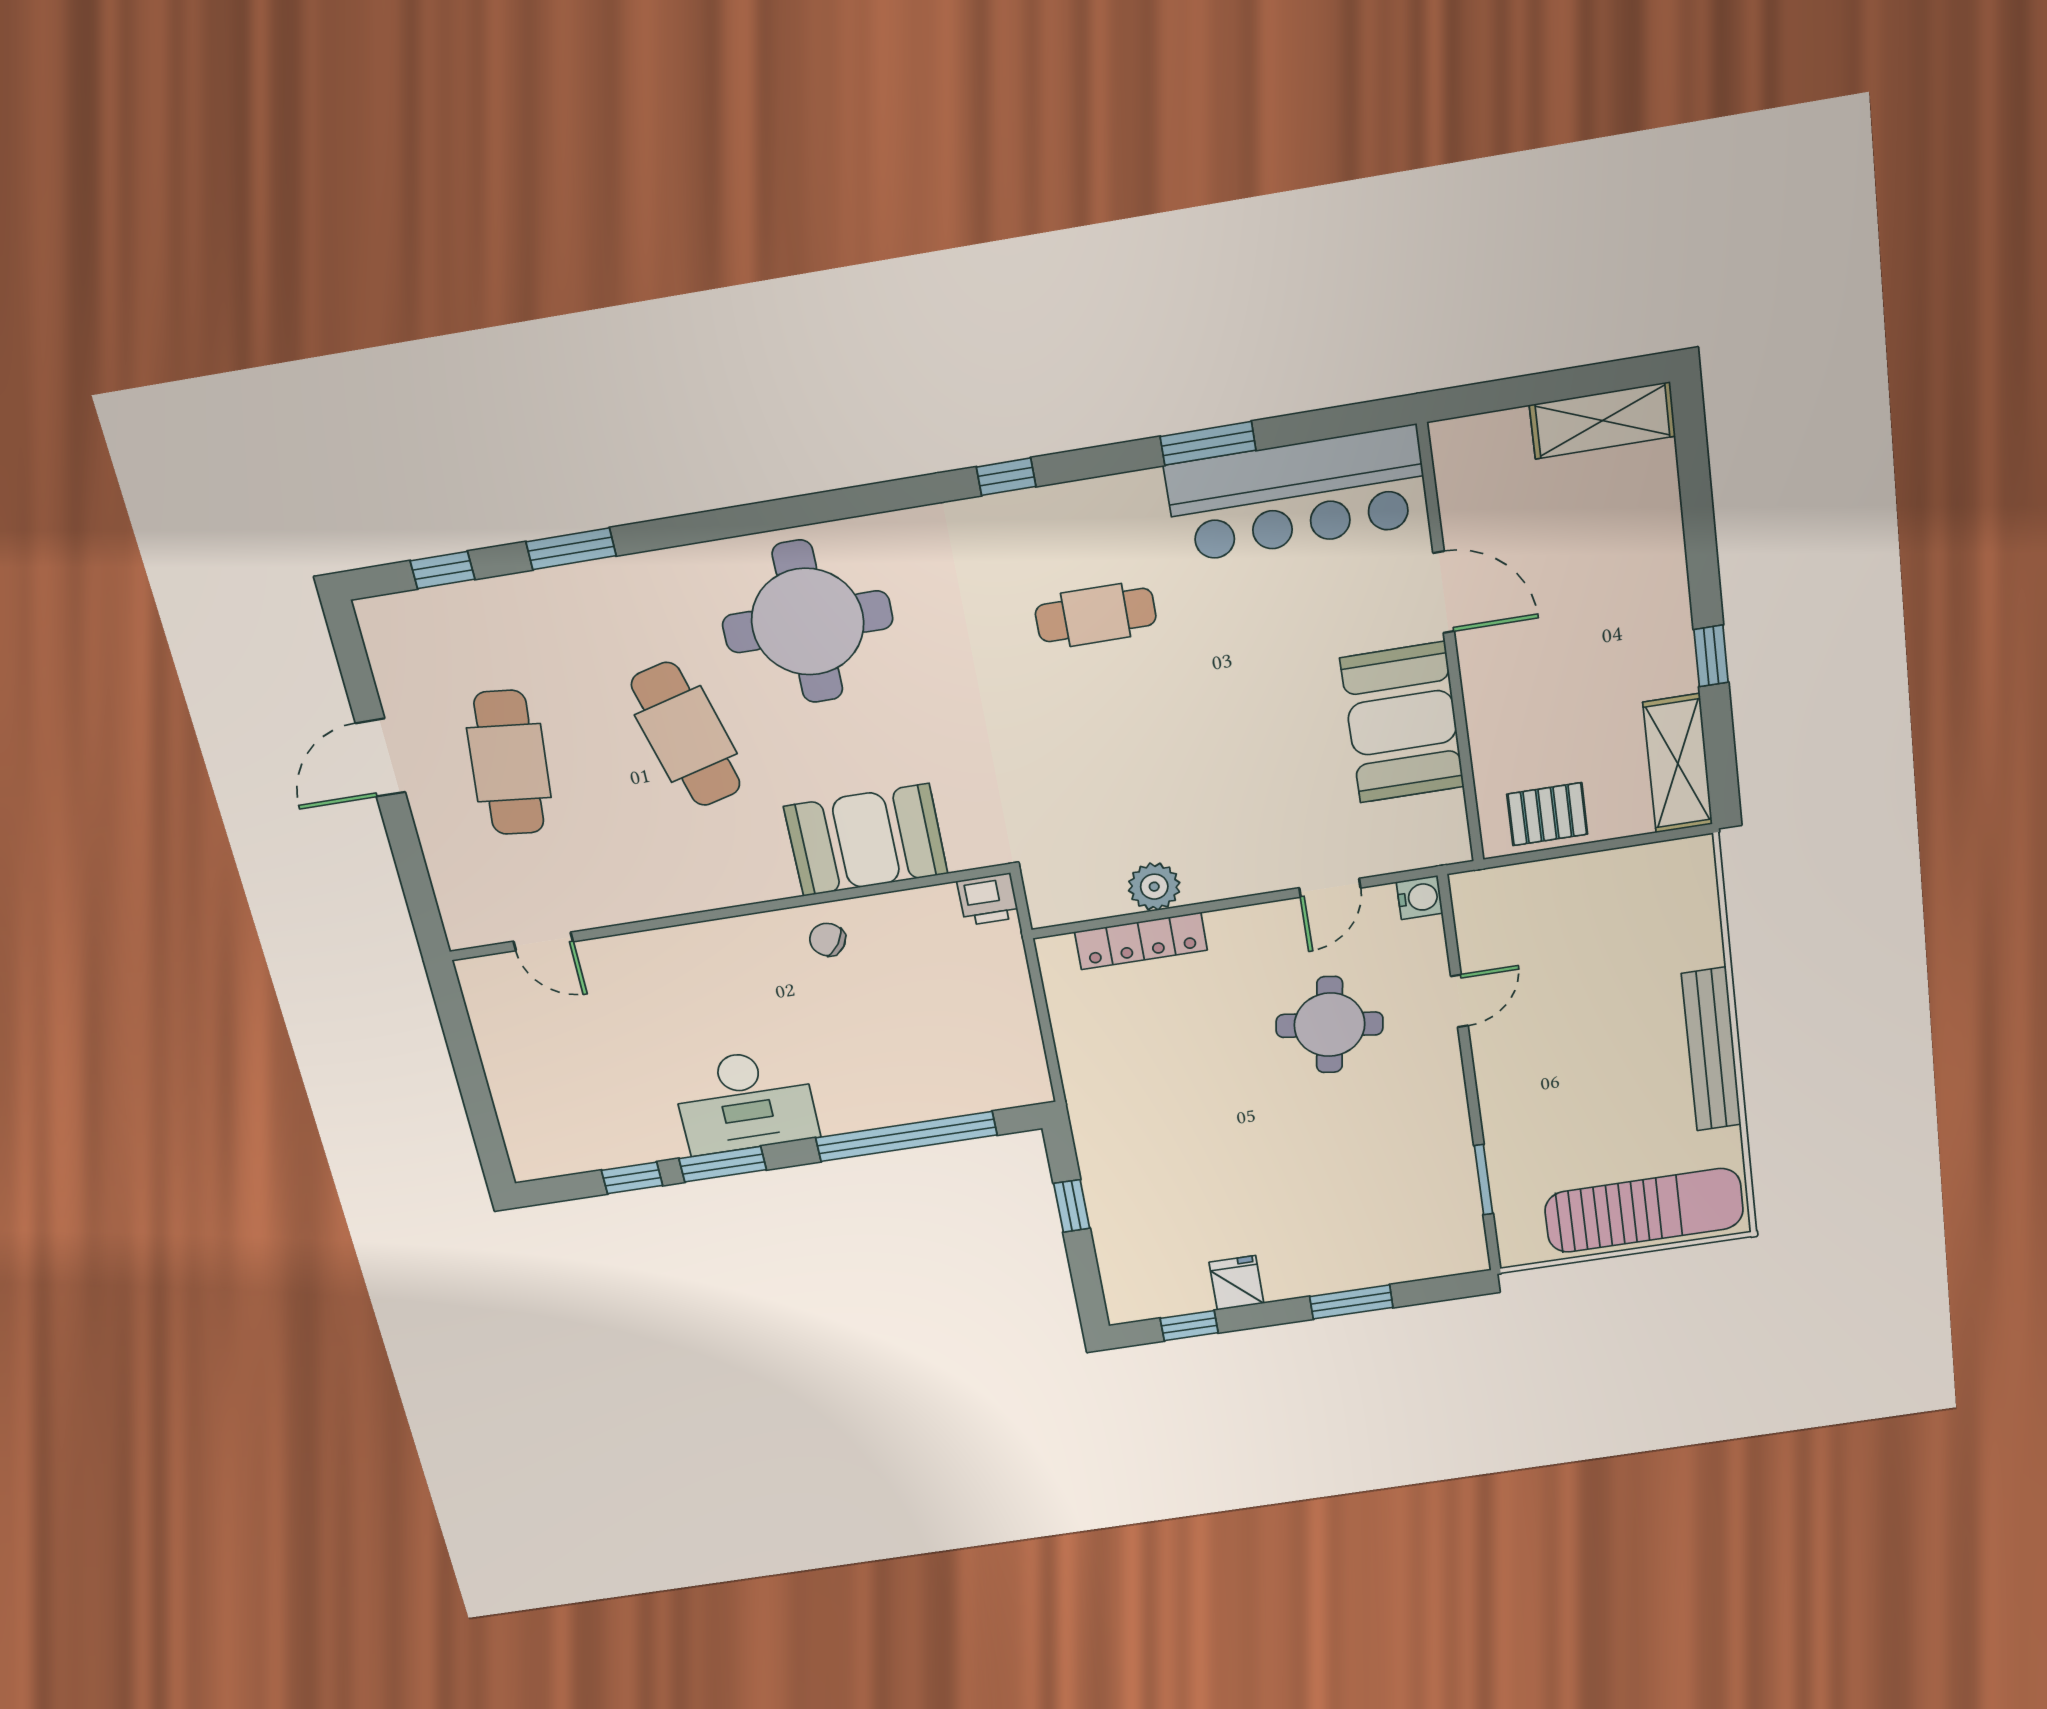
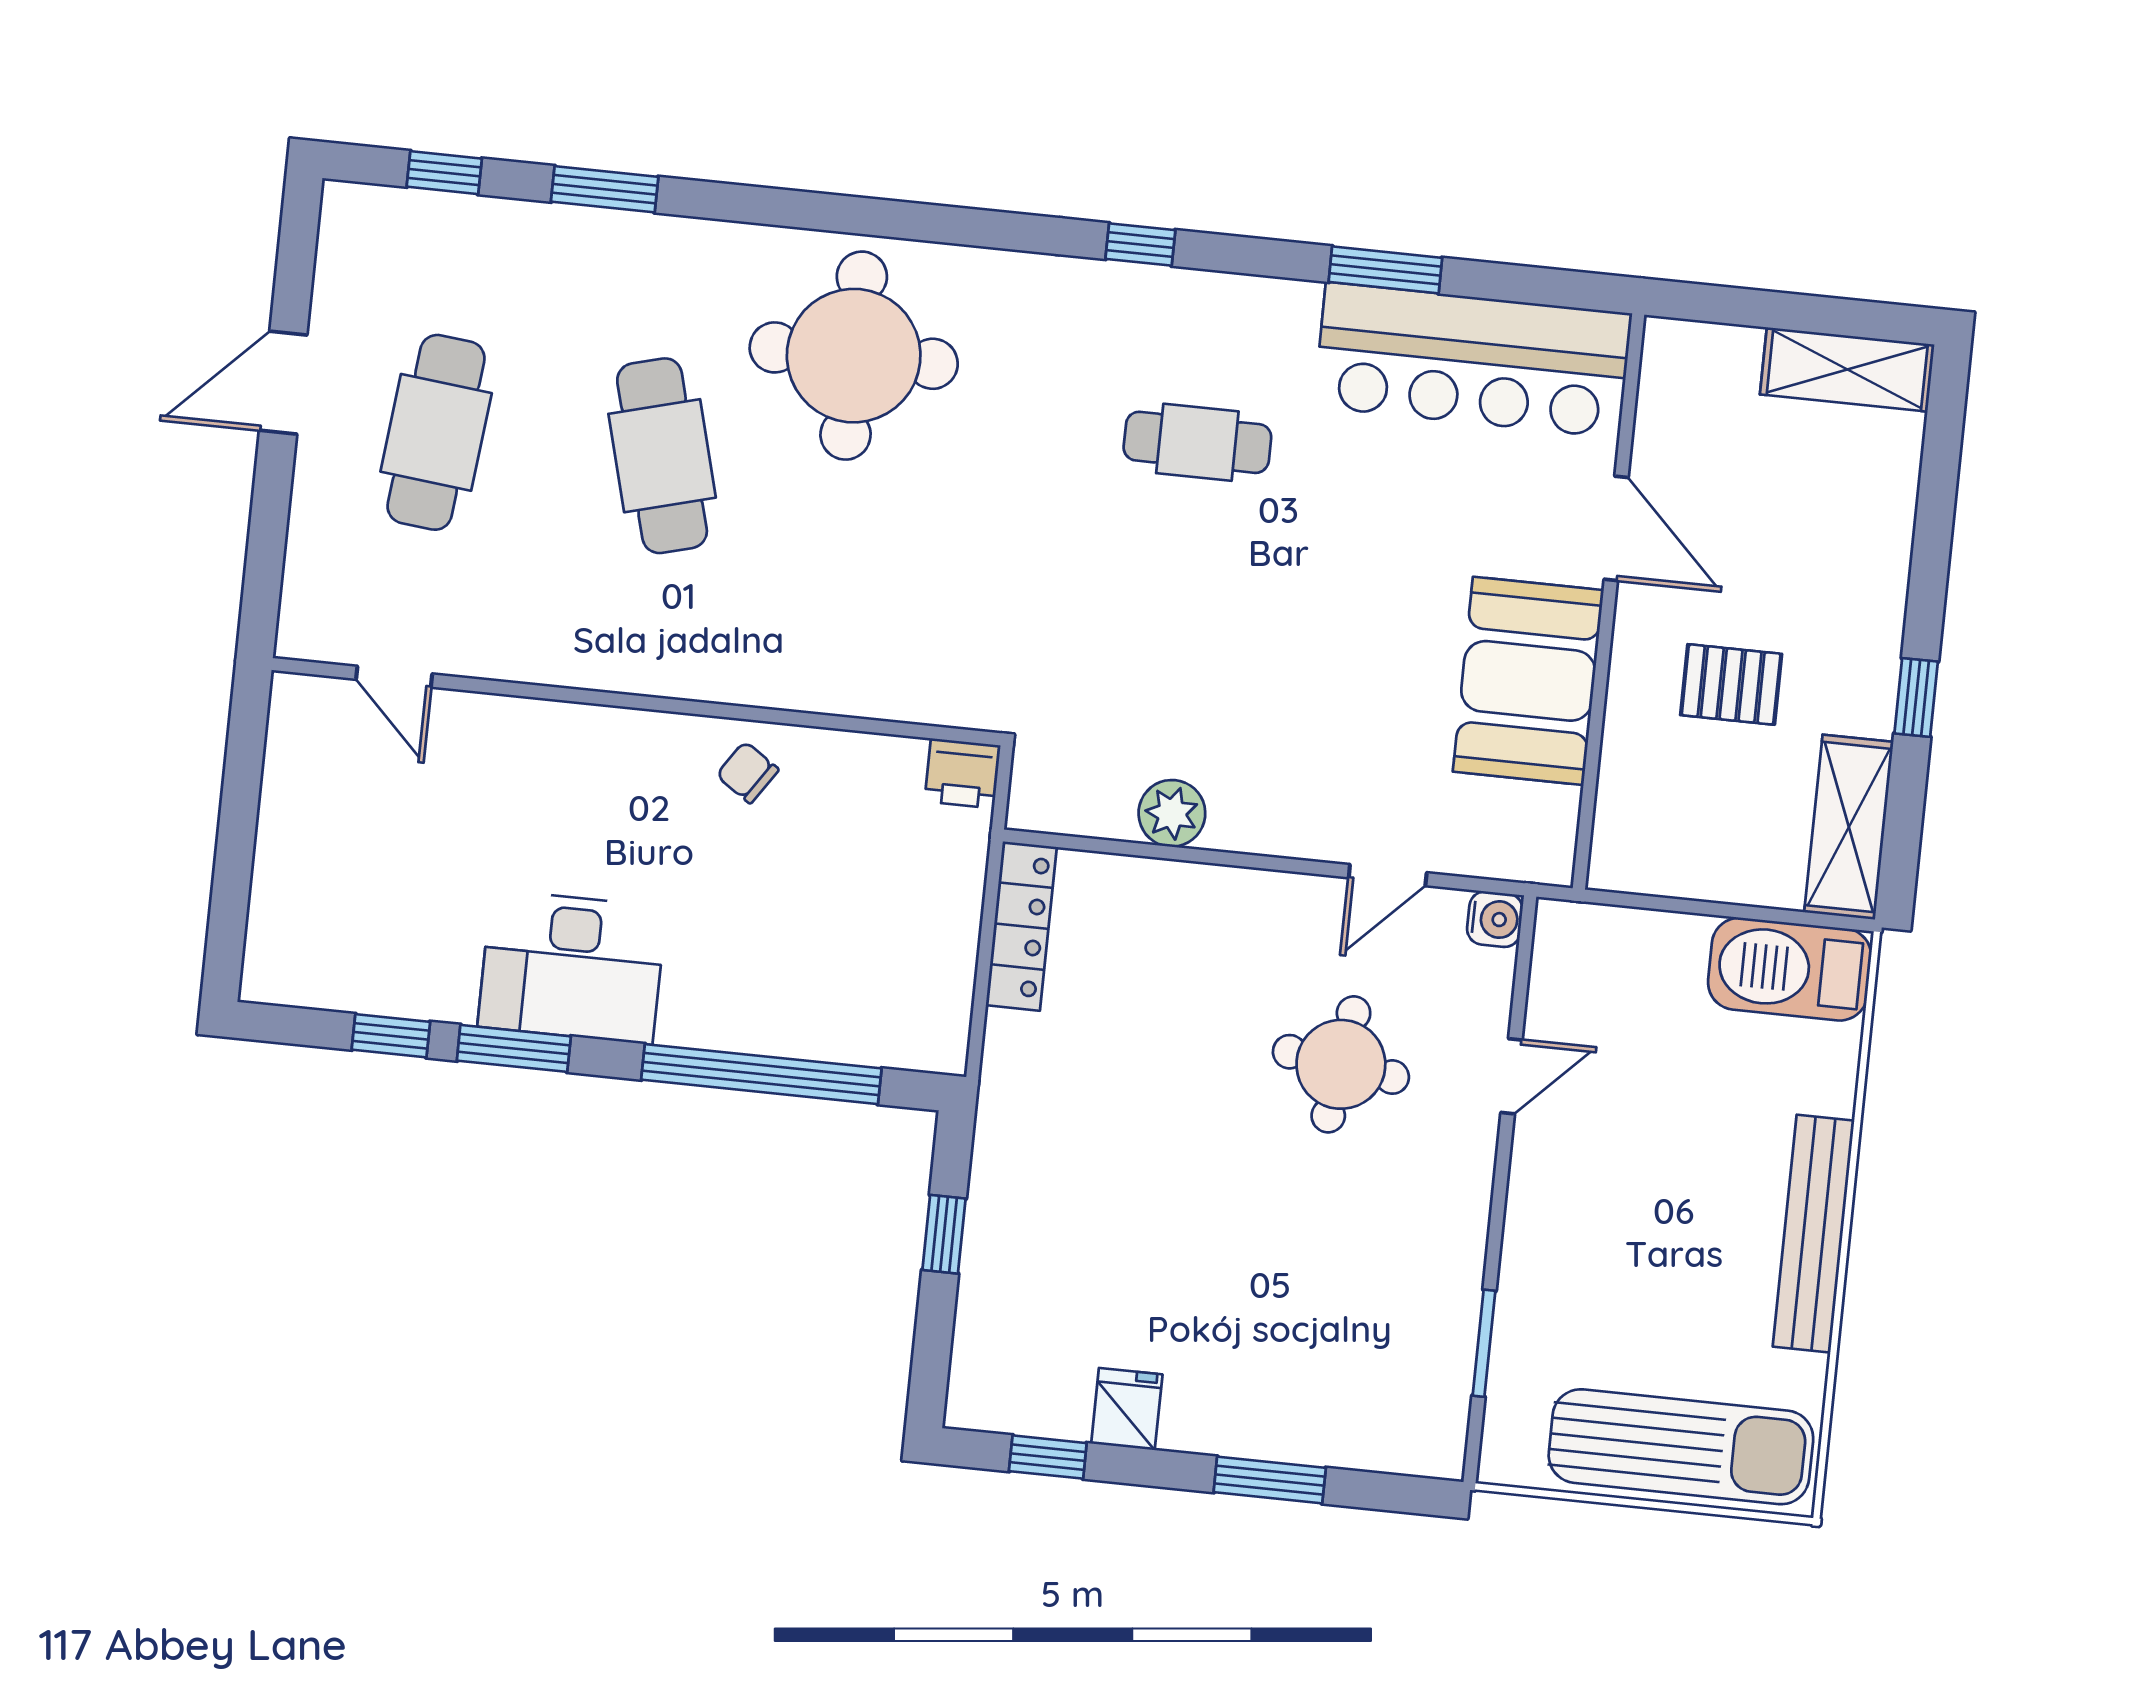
pallet: (1547, 814) -> (1731, 684), moved
booth: (866, 840) -> (836, 653), removed
barbecue: (1654, 875) -> (1790, 969), added
locker: (1141, 941) -> (1021, 926), moved, turned -90

